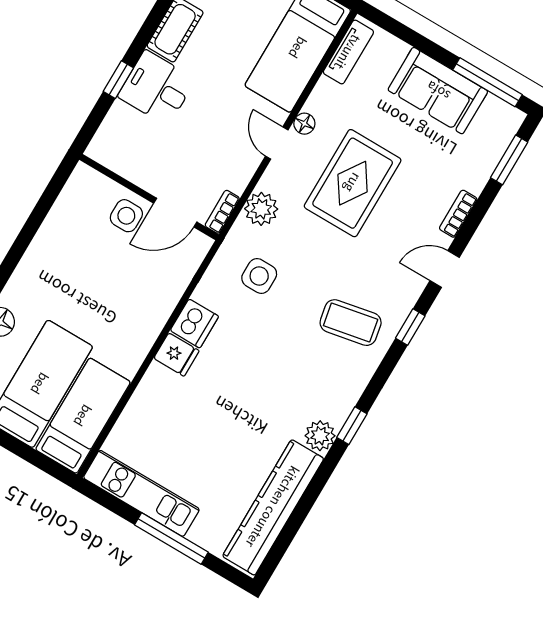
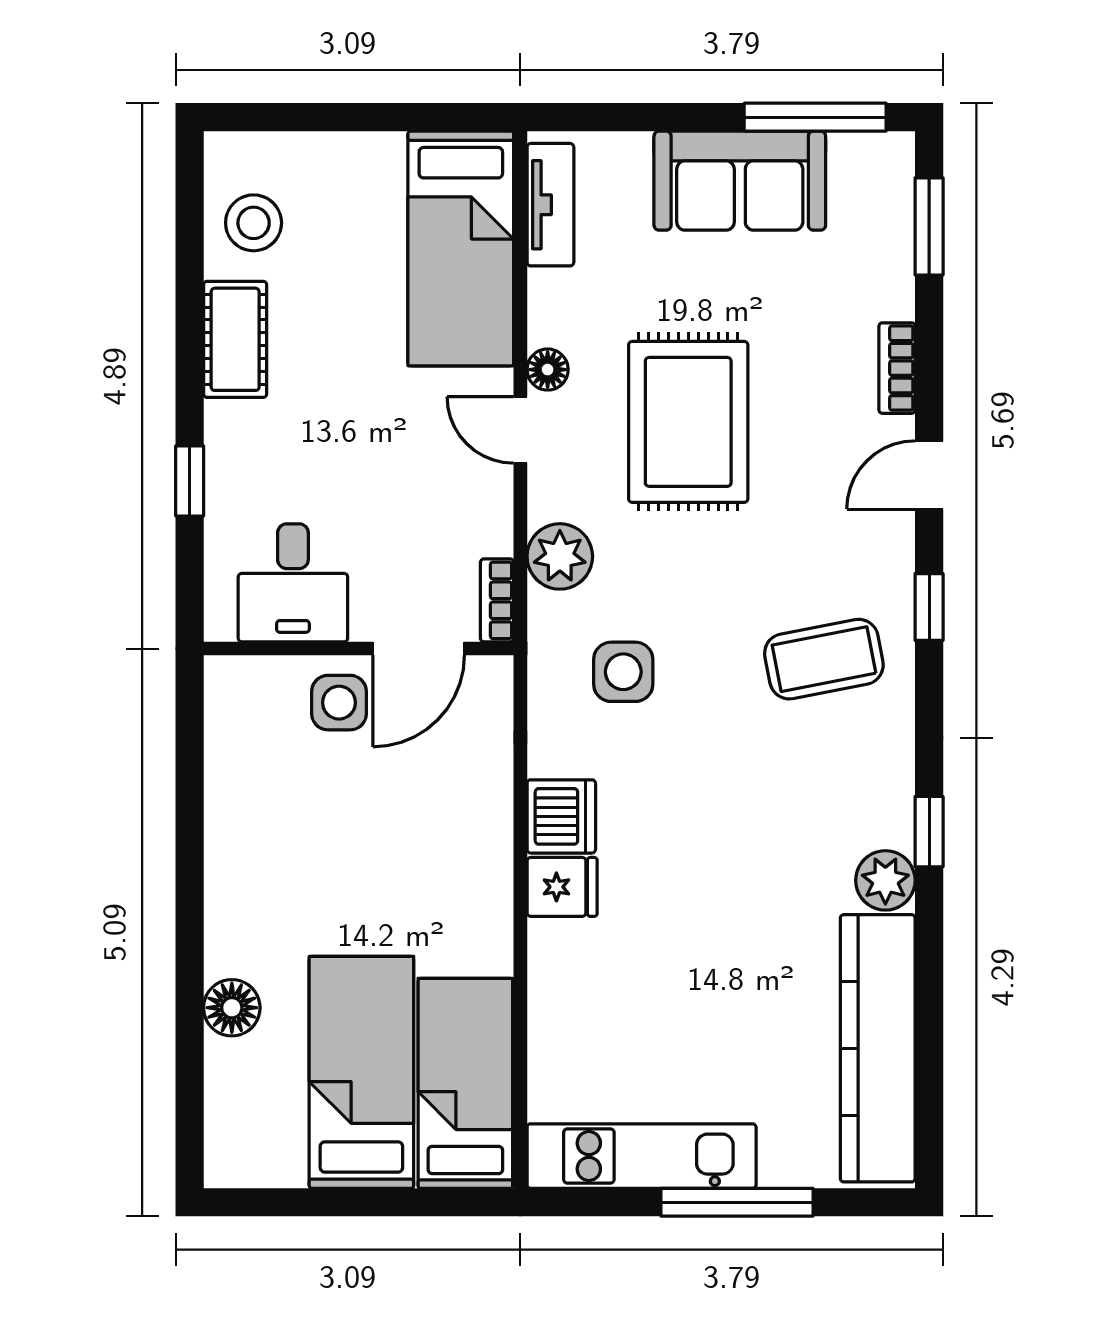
desk: (157, 88) -> (293, 583), moved, turned -90

